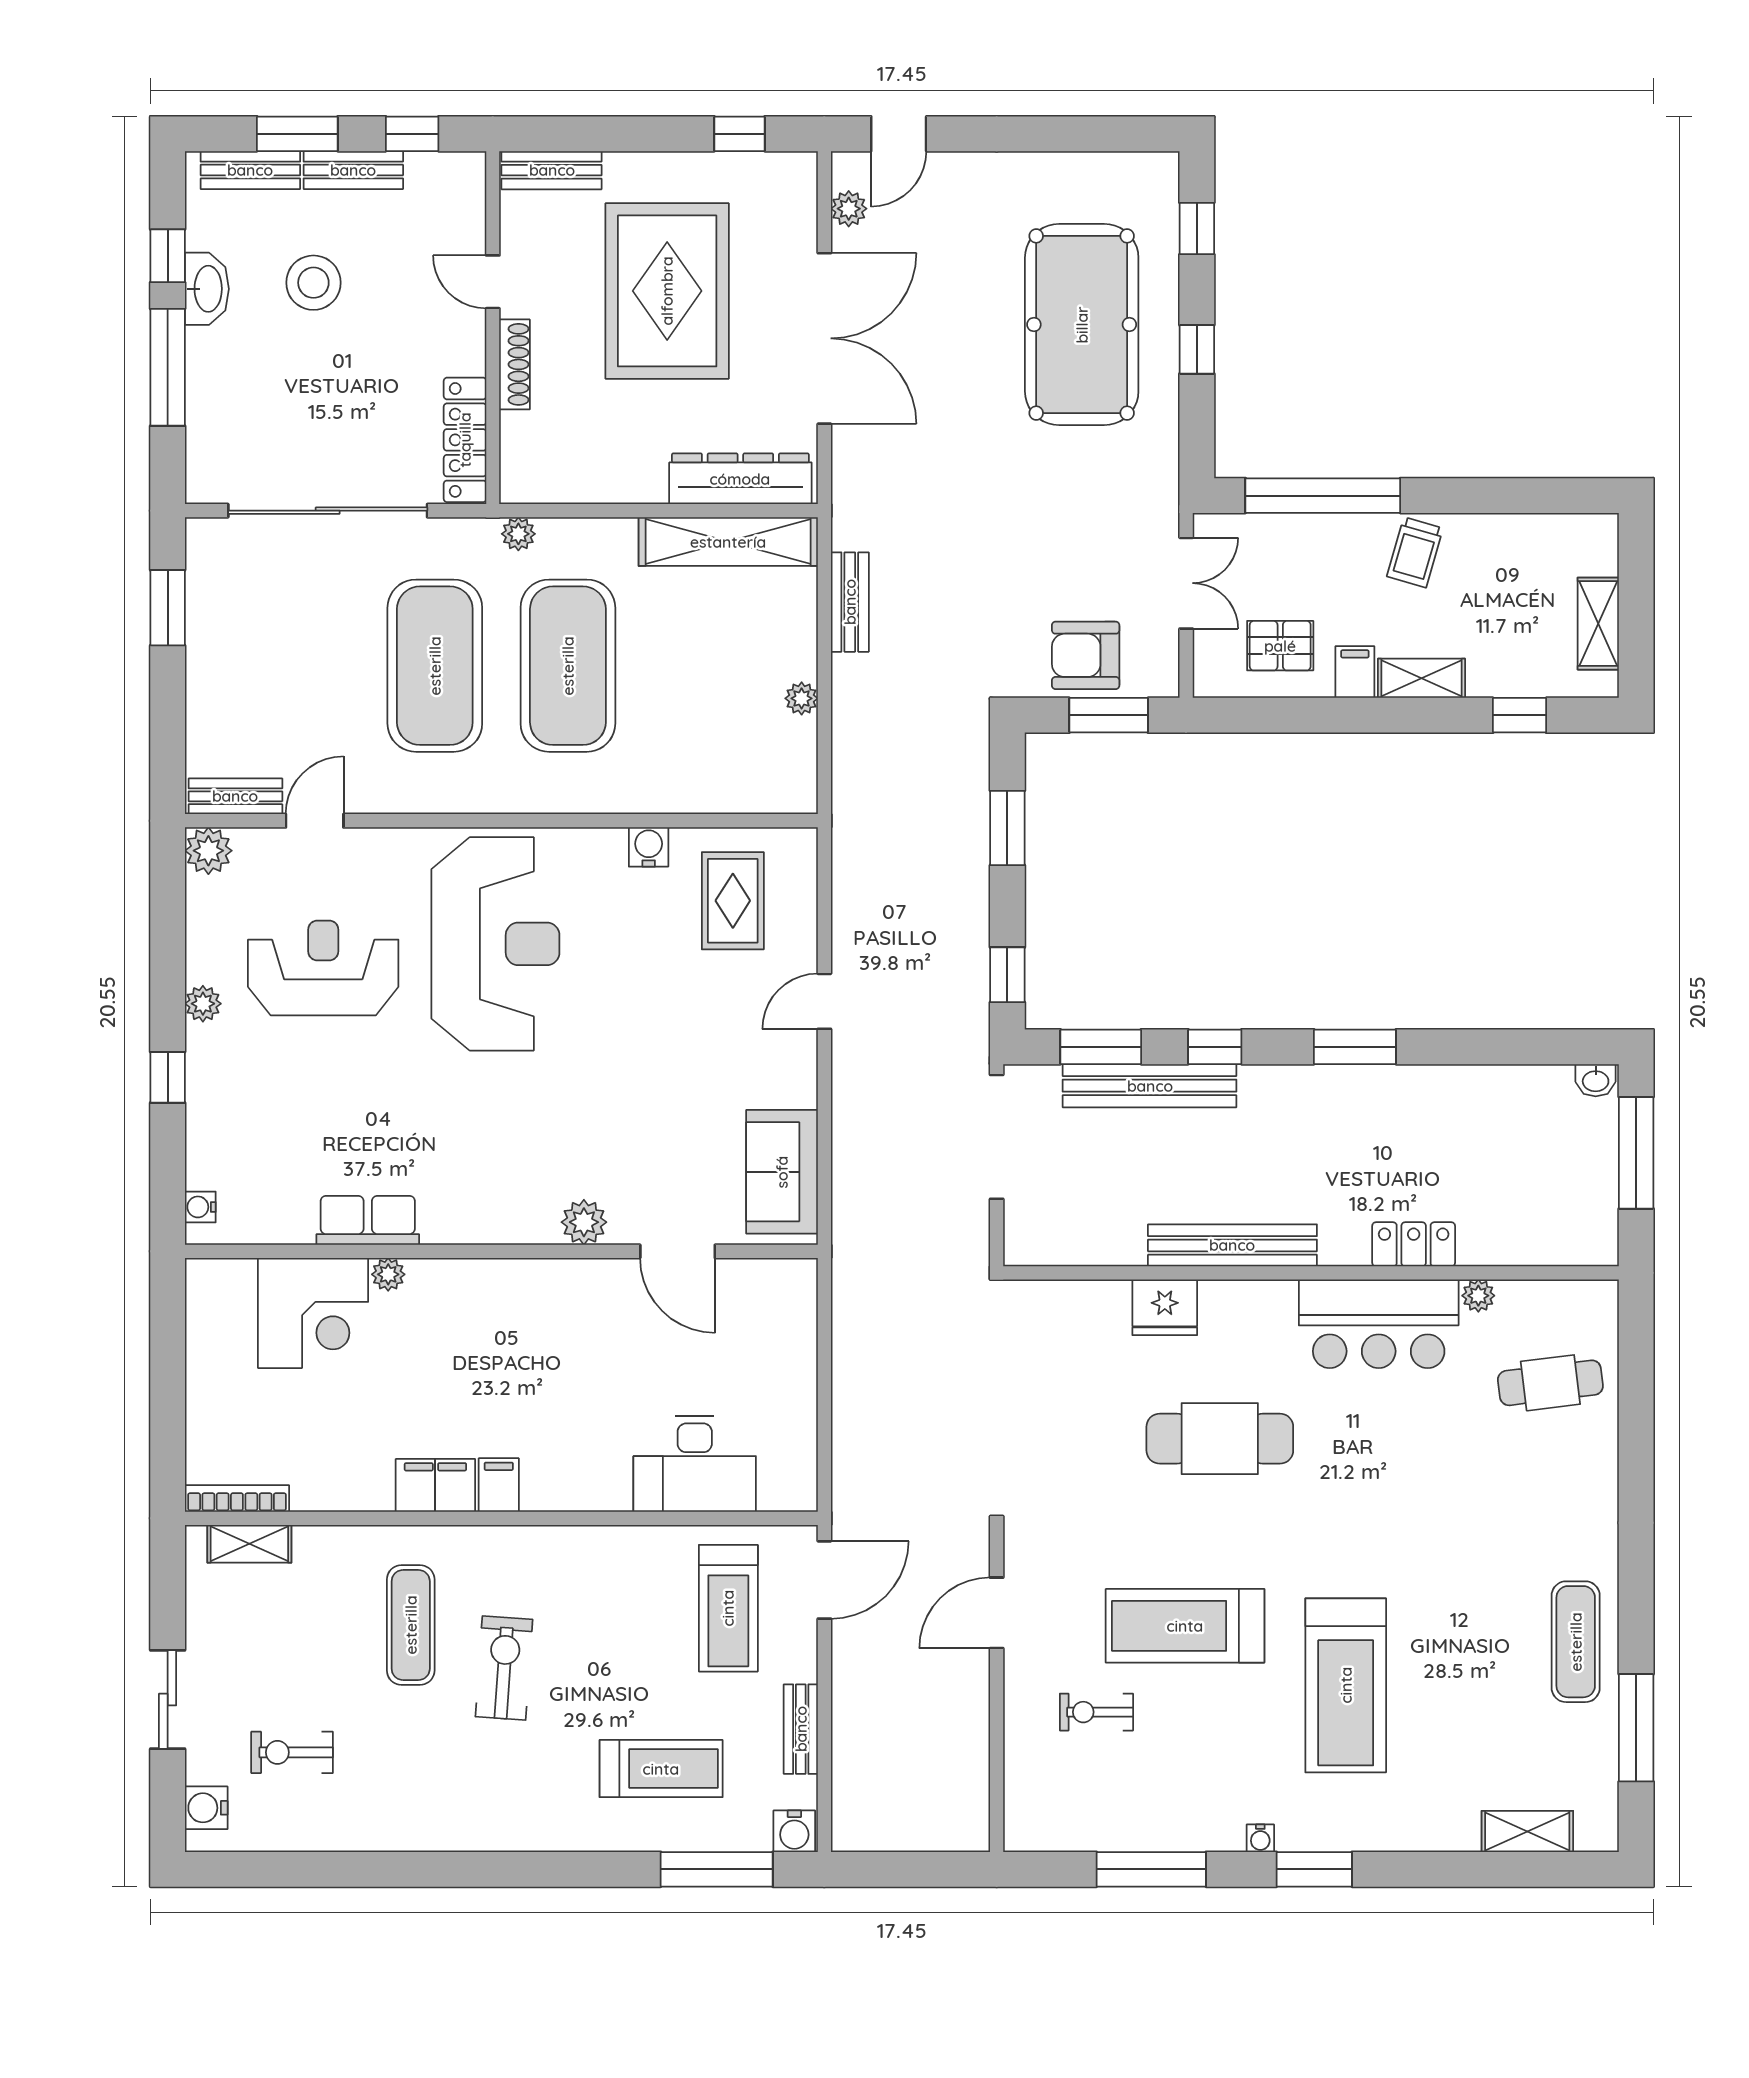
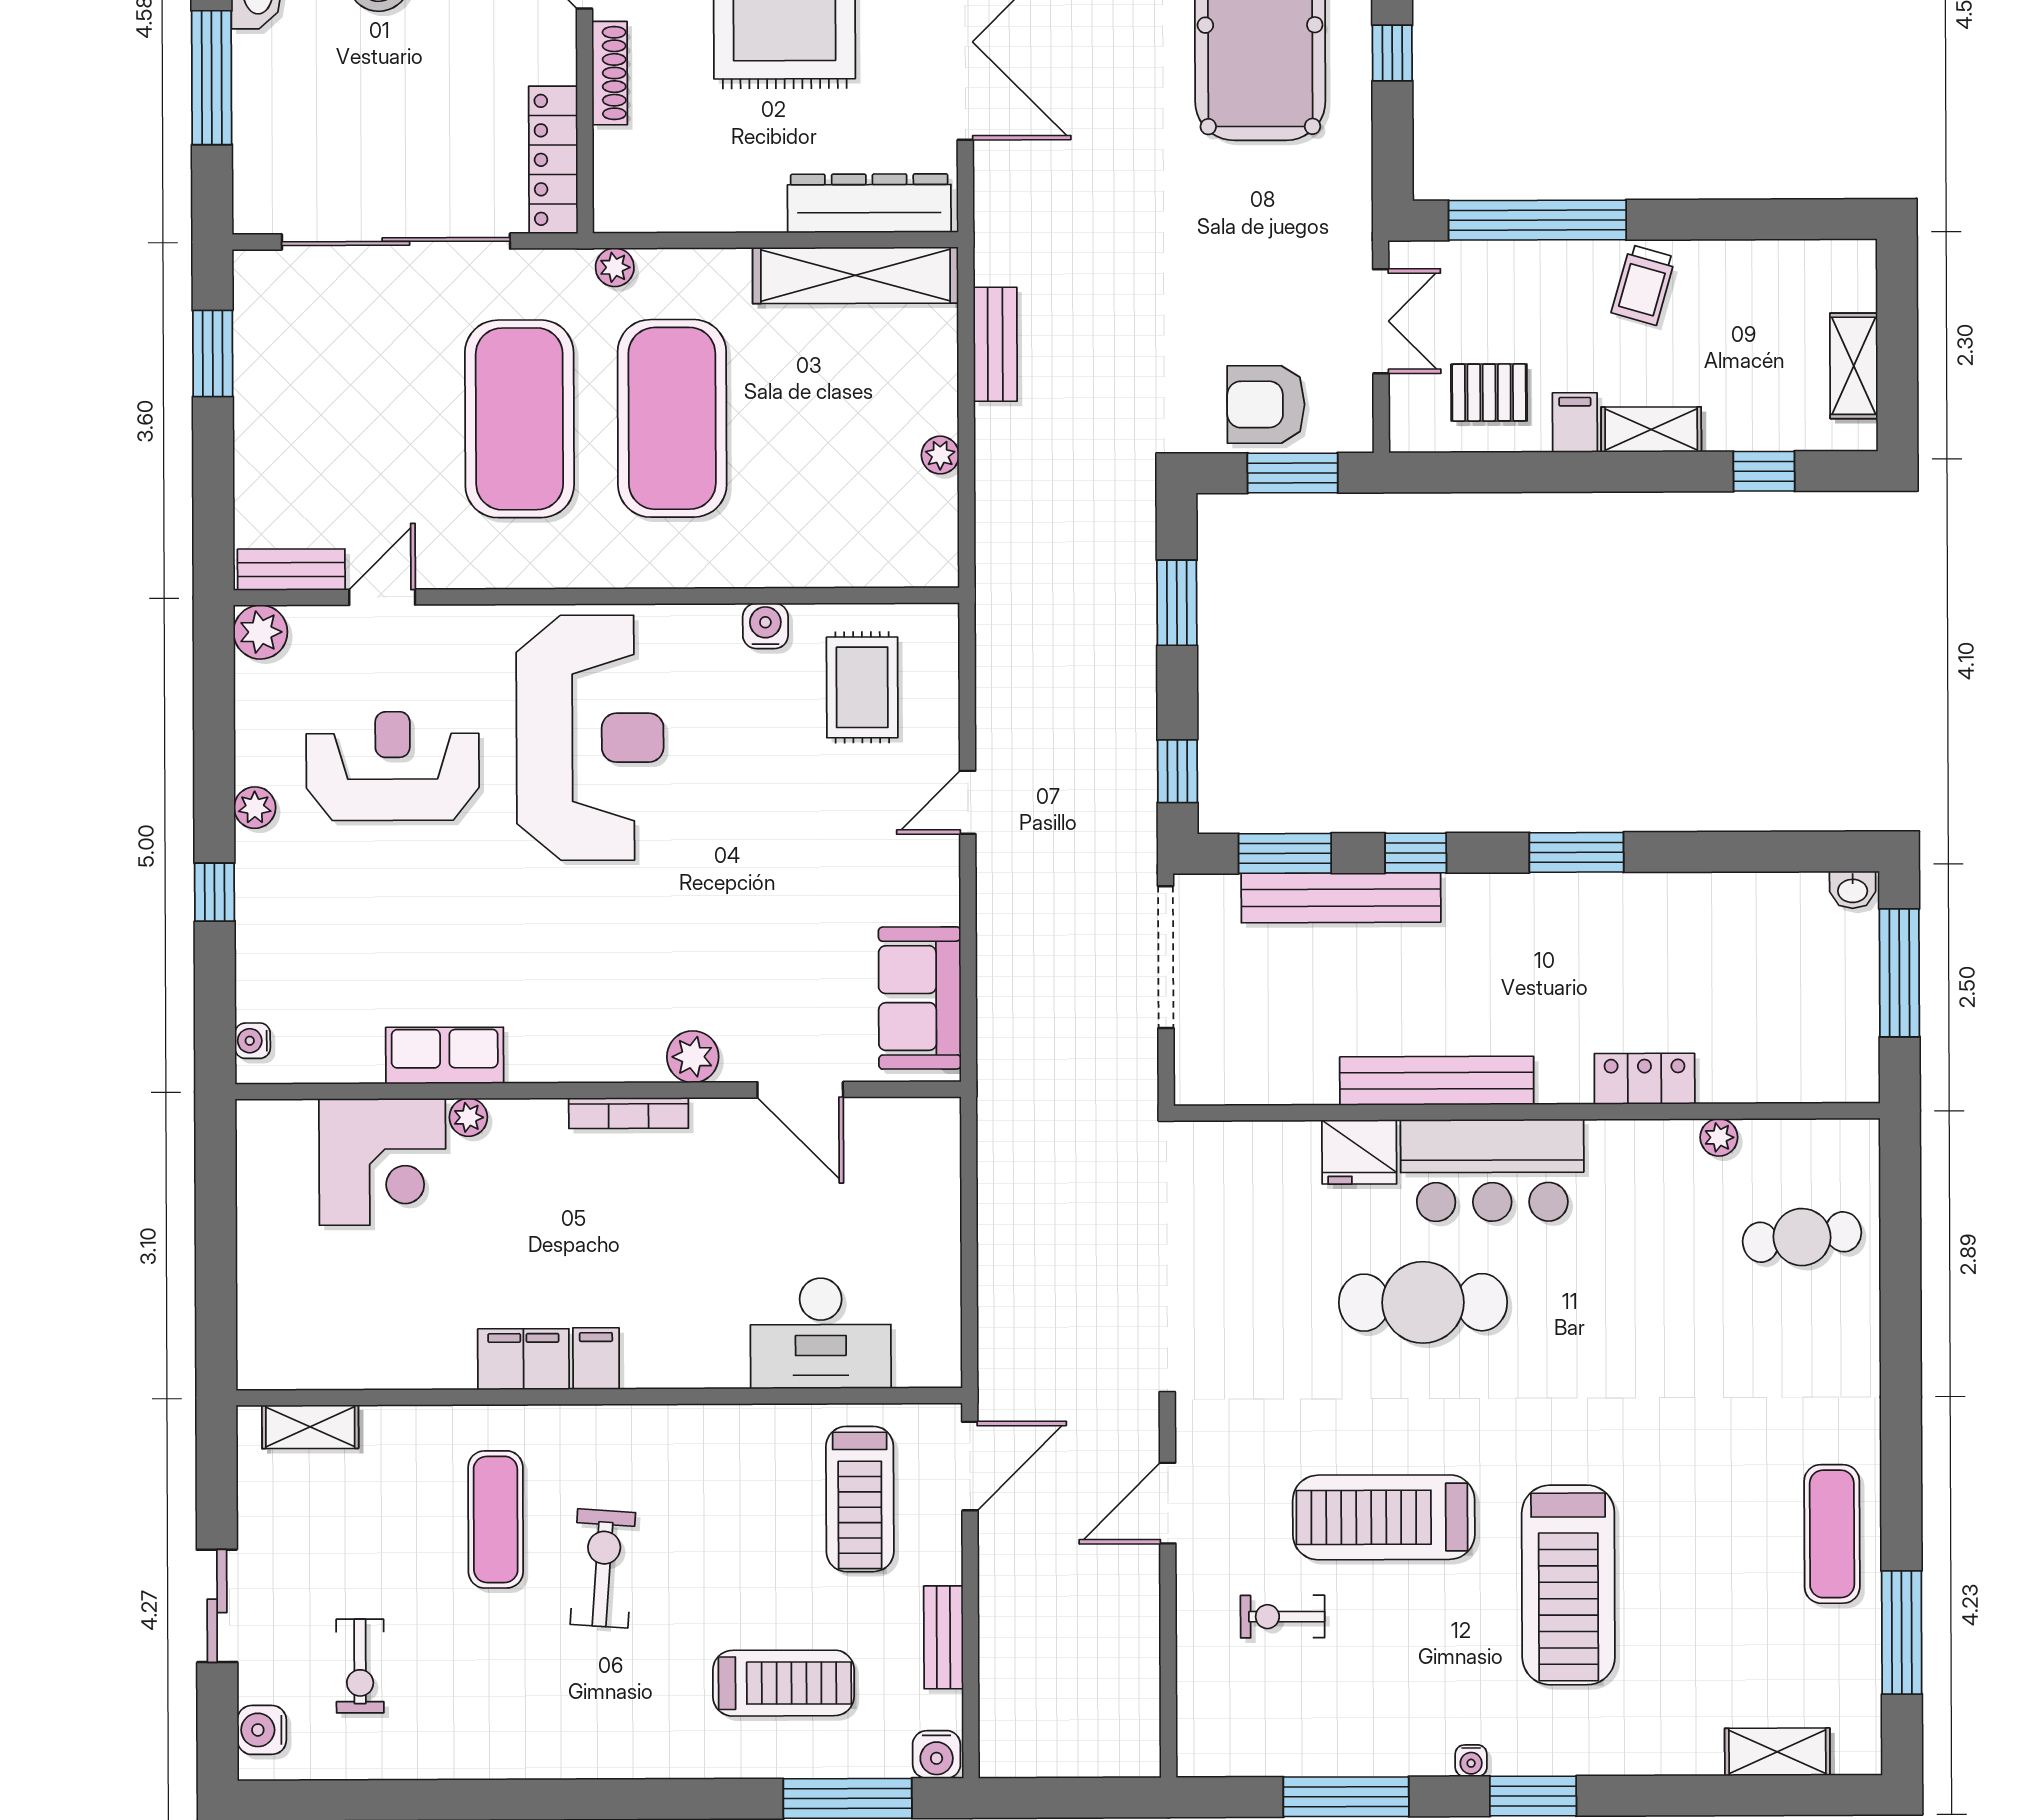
bar counter: (1379, 1324) -> (1492, 1170), moved
bookcase: (237, 1499) -> (629, 1113), moved, turned 180
exercise bike: (292, 1752) -> (360, 1666), turned -90

